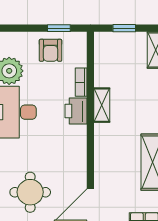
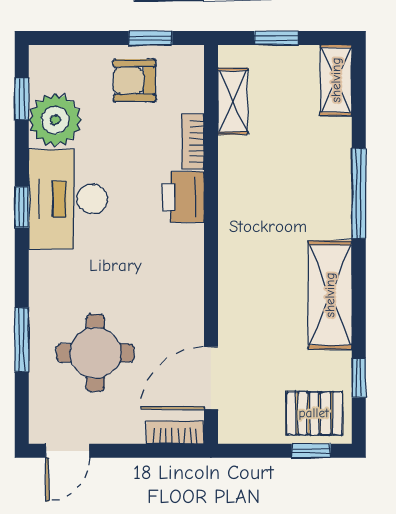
armchair: (51, 50) -> (134, 80), turned 90
shelving: (102, 105) -> (233, 101), moved

